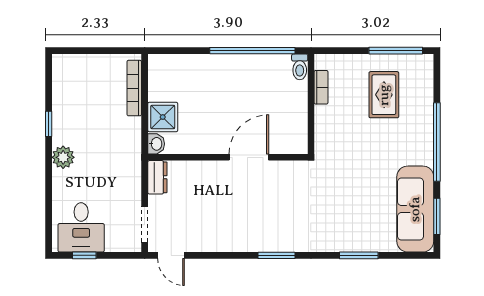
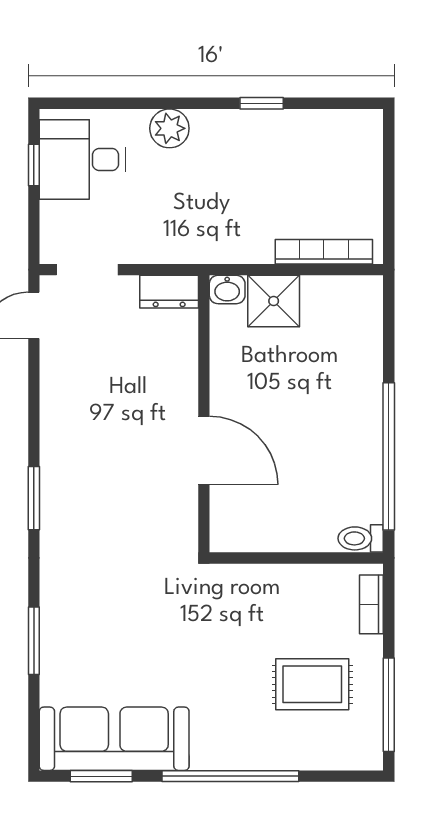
bookcase: (321, 87) -> (371, 604), moved, turned 90
plant: (63, 157) -> (169, 128), moved

